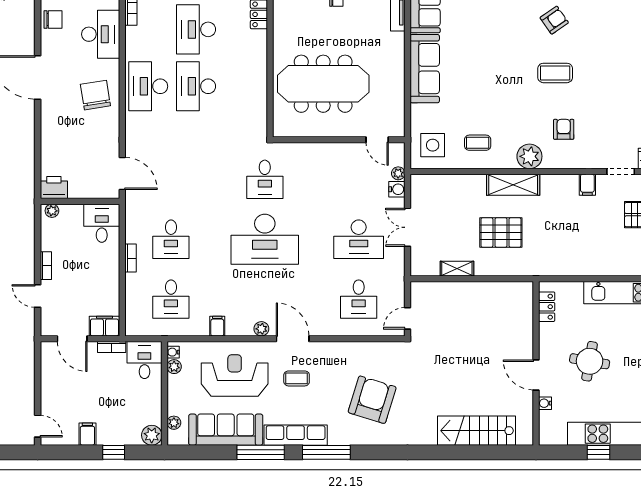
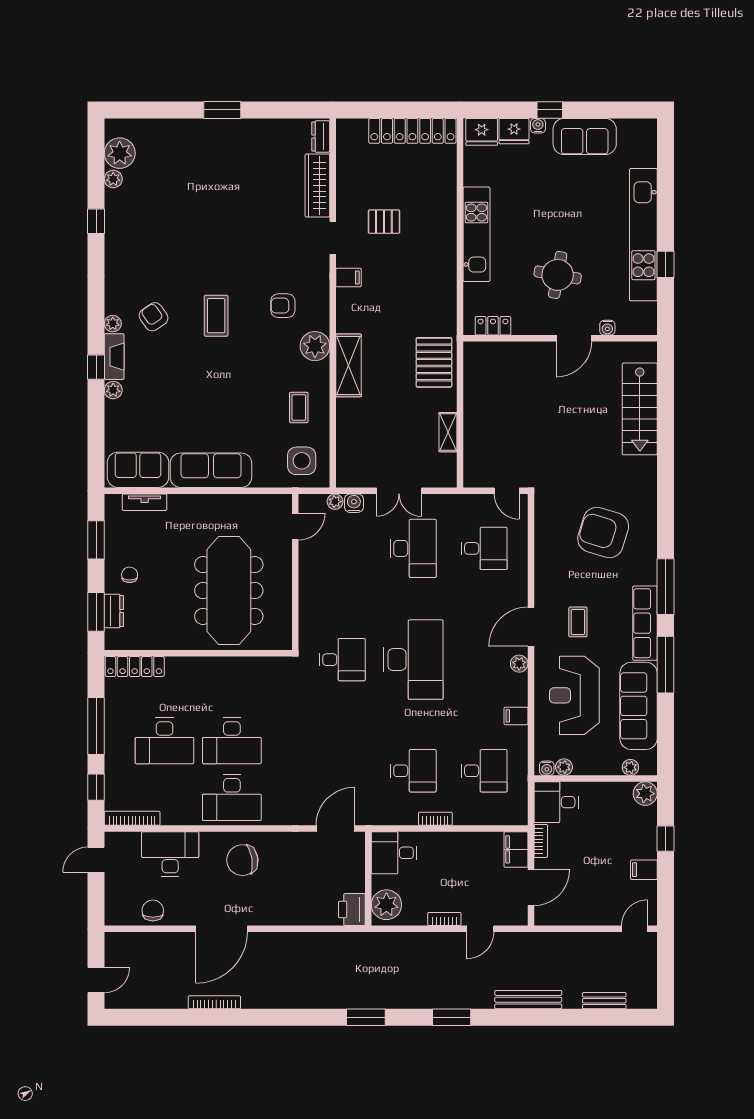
plant: (52, 211) -> (386, 905), width x1.87, depth x1.87
pallet: (501, 233) -> (434, 362), moved

